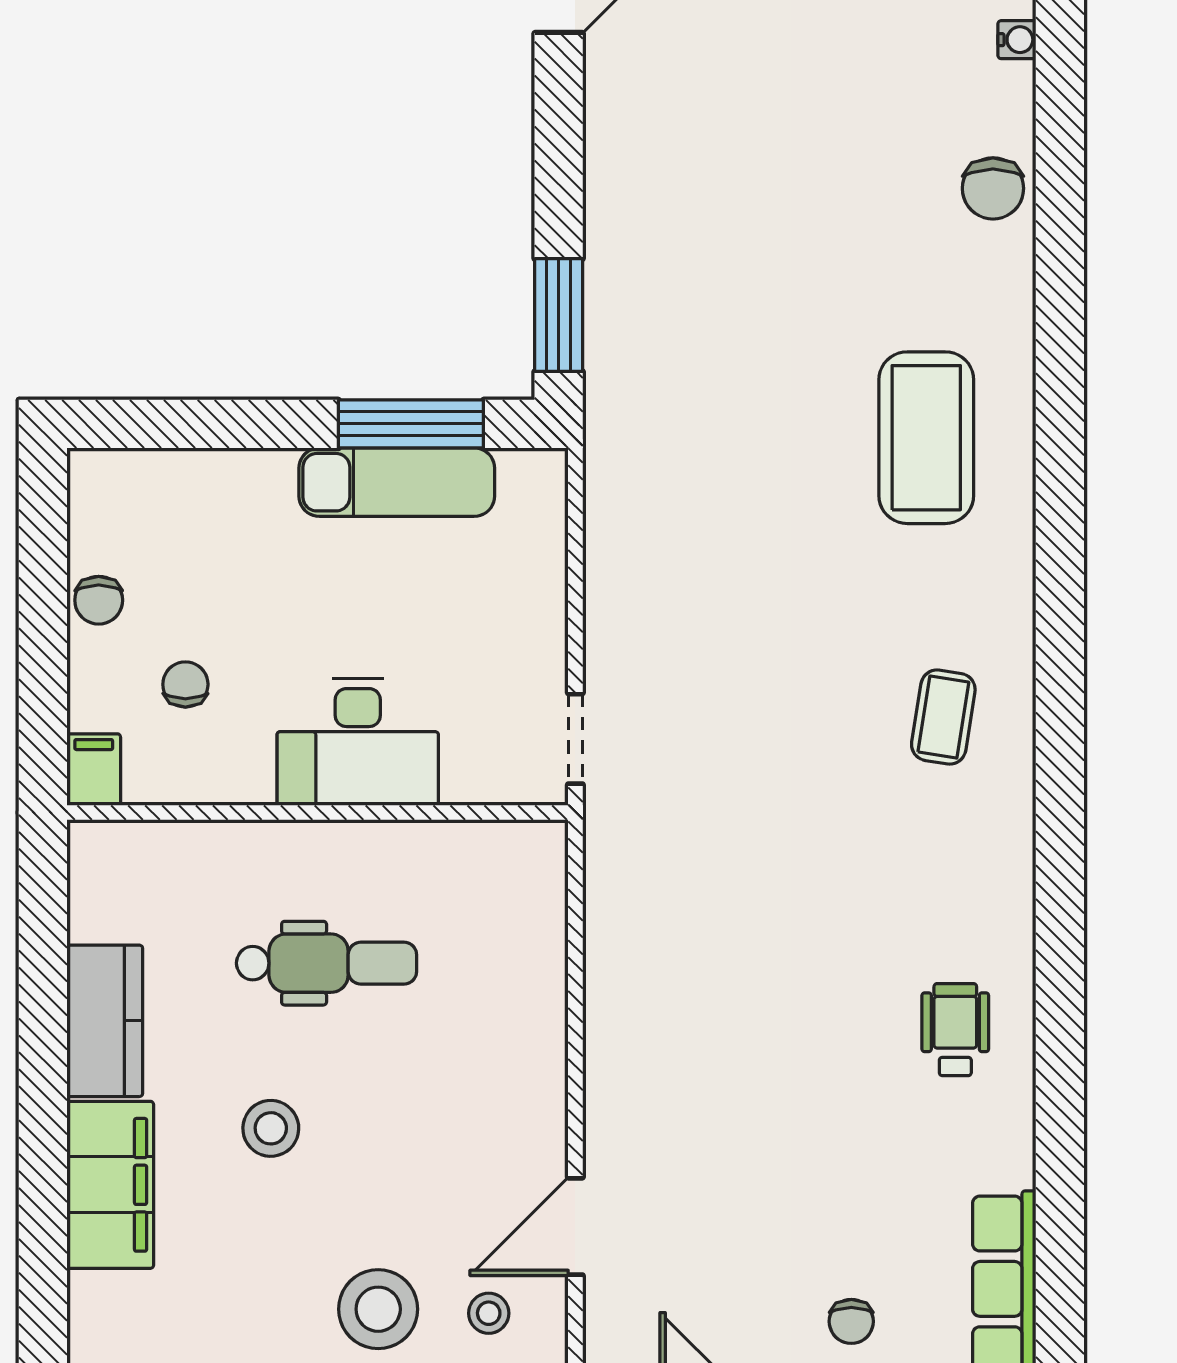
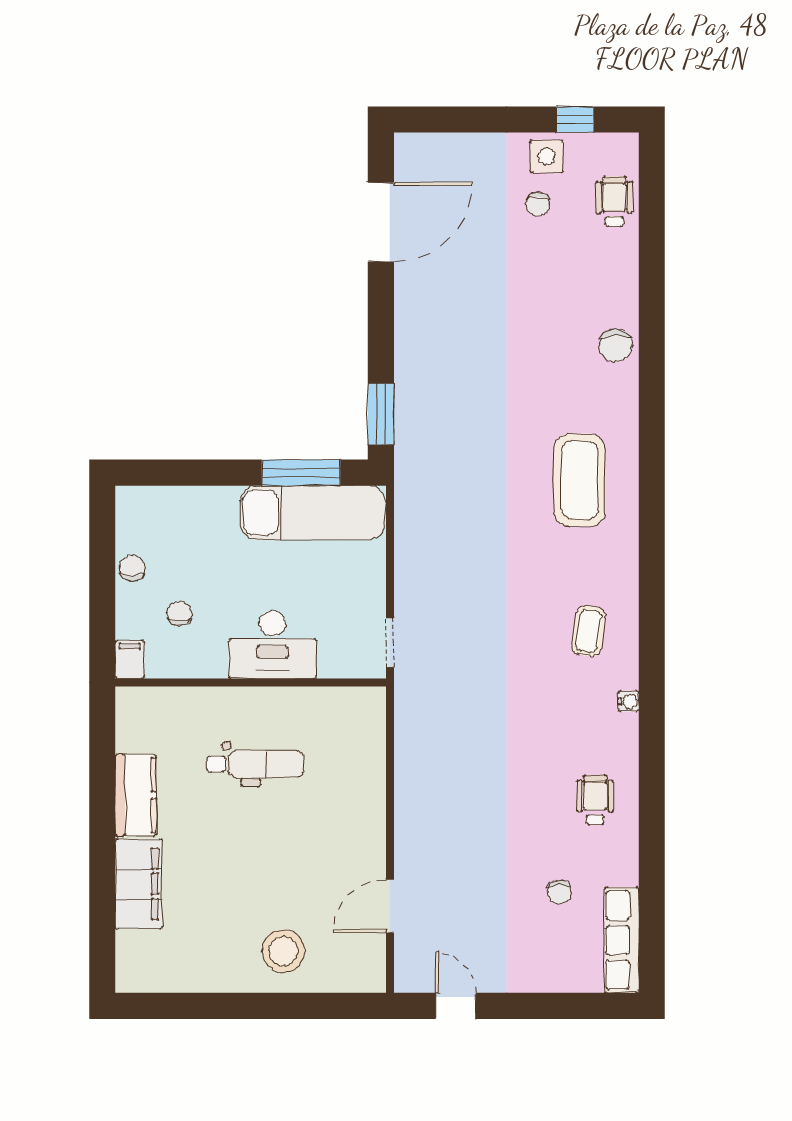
water cooler: (1017, 40) -> (629, 701), moved
exam couch: (397, 482) -> (313, 513), width x1.36, depth x1.45
chair: (99, 600) -> (132, 568), turned 180
stool: (271, 1128) -> (225, 853), removed
stool: (489, 1313) -> (343, 953), removed
chair: (851, 1321) -> (559, 892), moved

